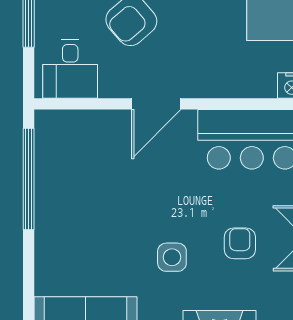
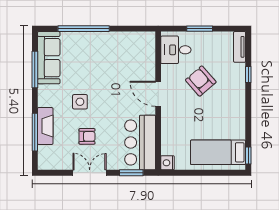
window: (29, 179) -> (84, 29), moved

